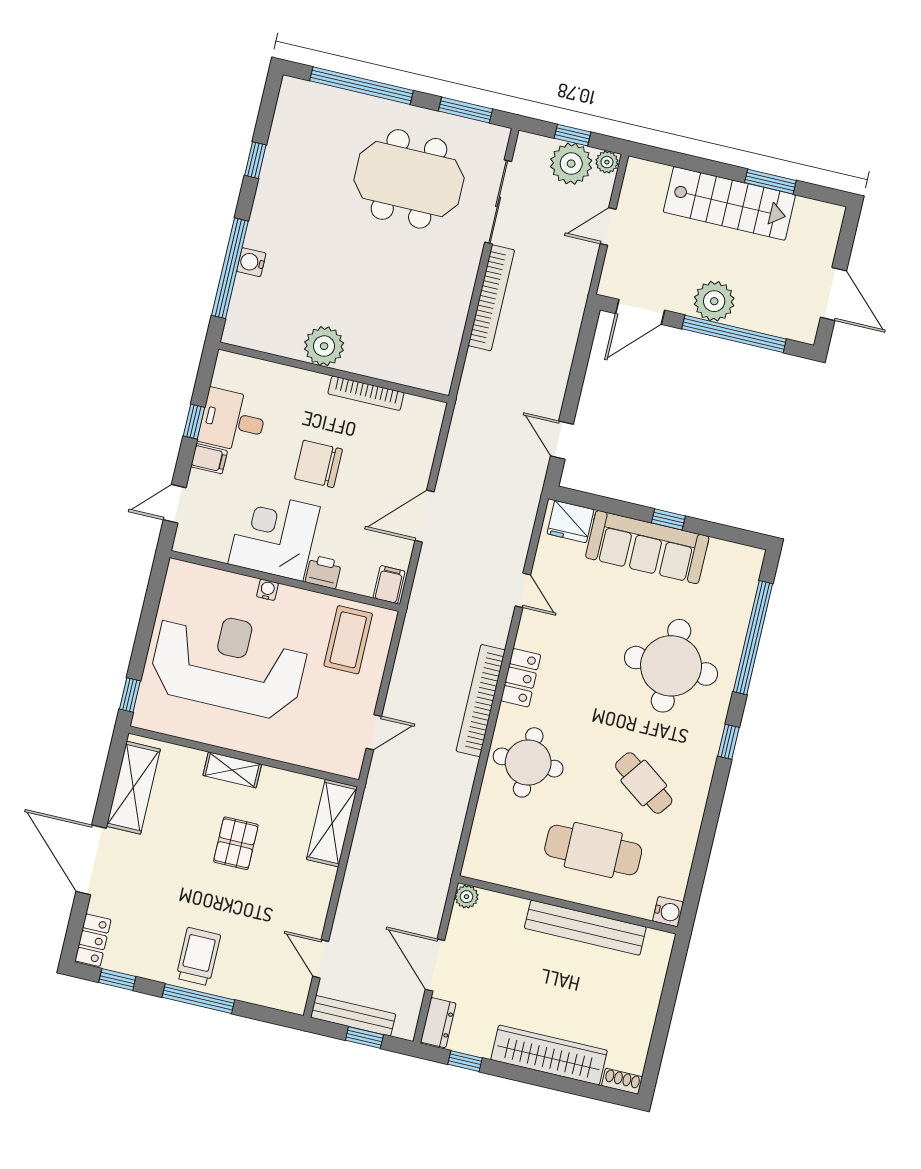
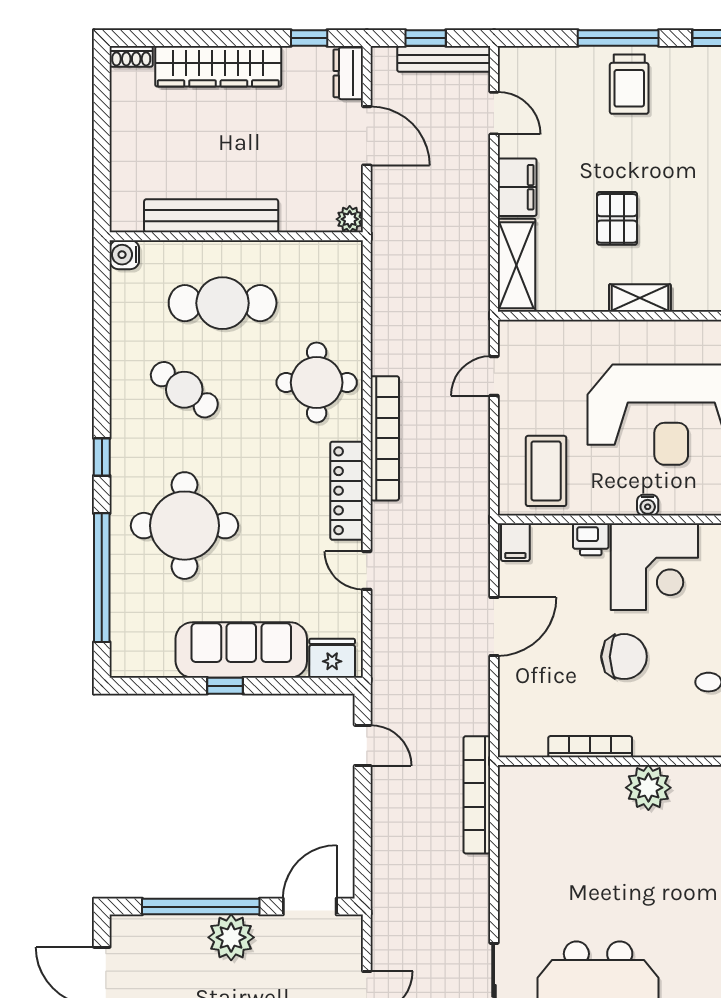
bookcase: (491, 298) -> (477, 795), moved
locker: (521, 678) -> (347, 491), width x1.53
filing cabinet: (316, 890) -> (517, 187), added

